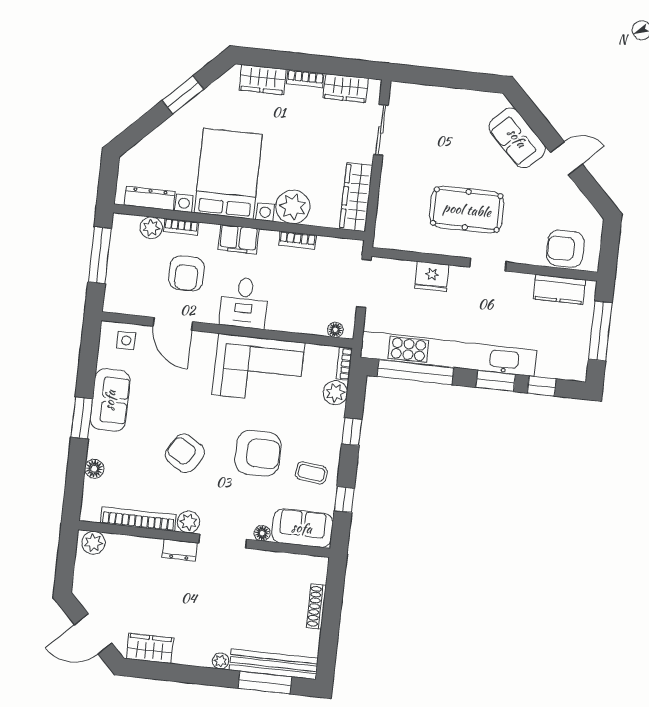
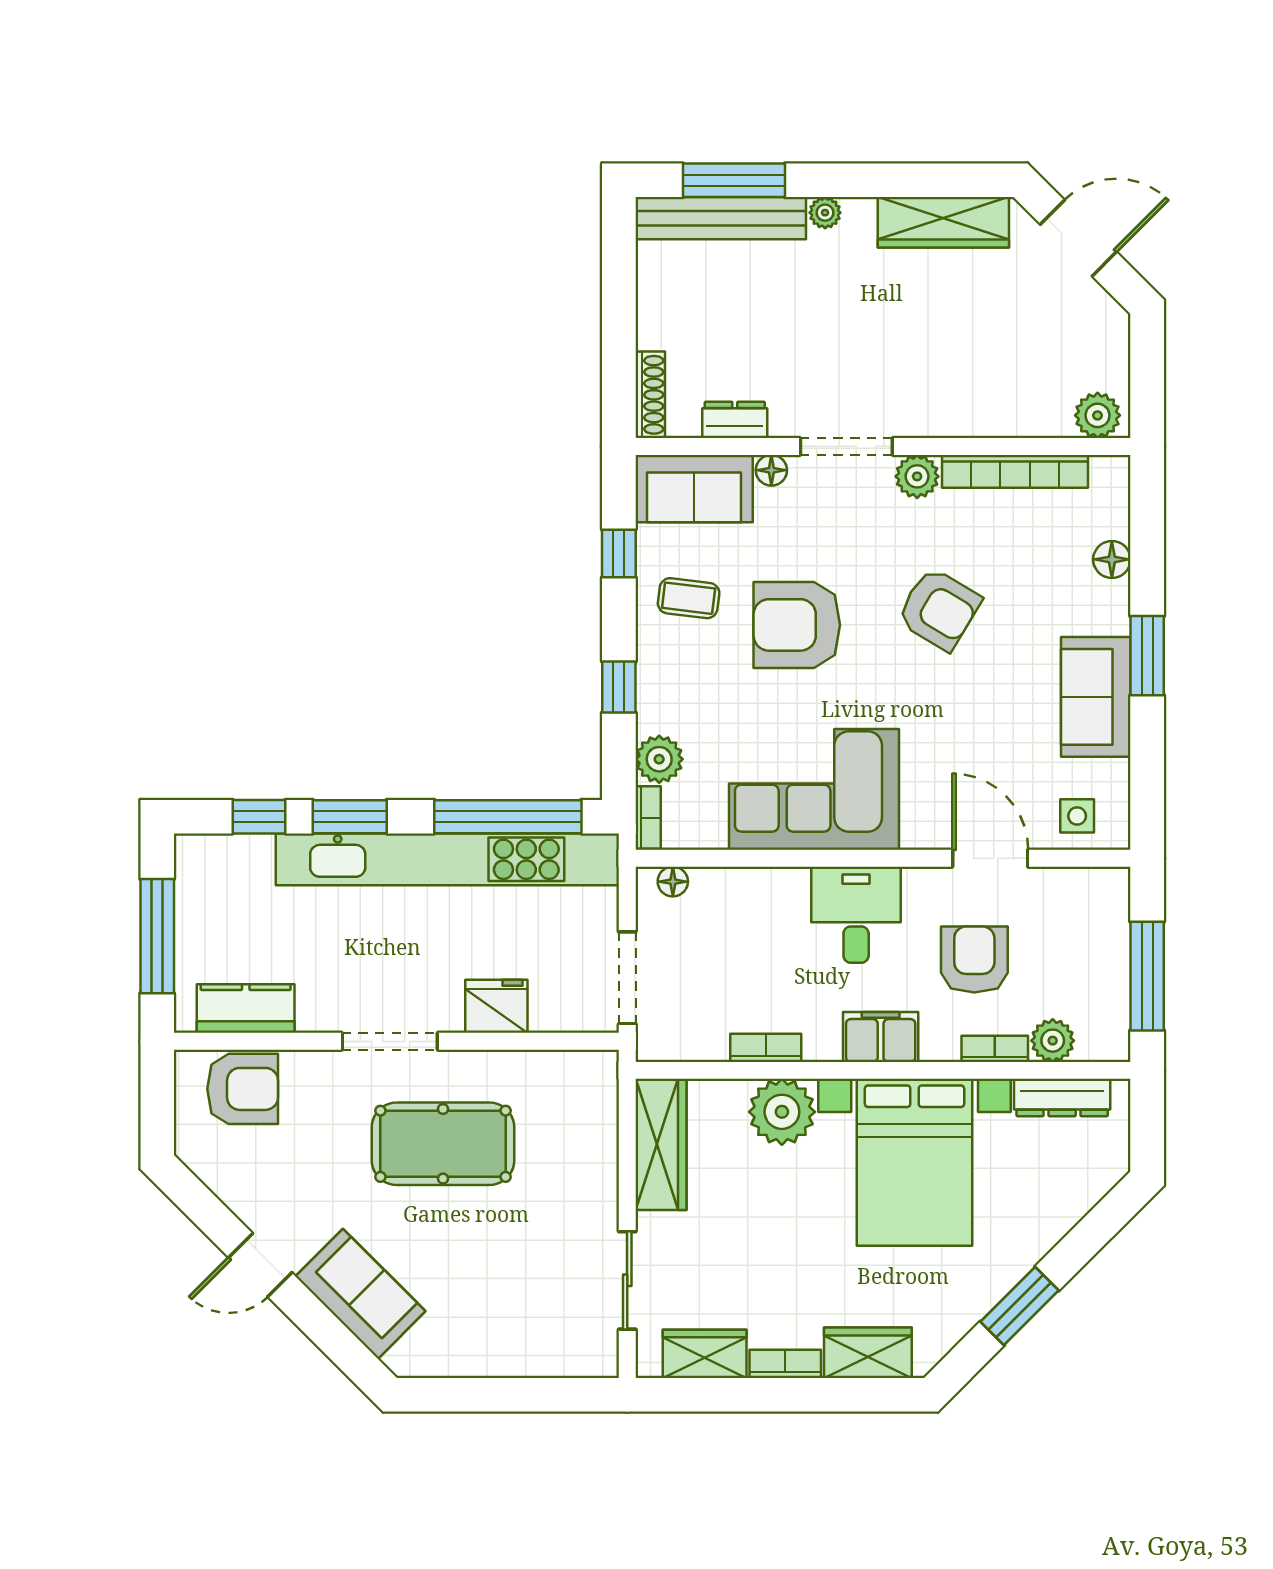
doorway: (488, 265) -> (390, 1041), width x1.38
dresser: (180, 550) -> (735, 420), moved
shoe rack: (316, 606) -> (650, 395), moved
wardrobe: (150, 648) -> (943, 222), width x1.50

